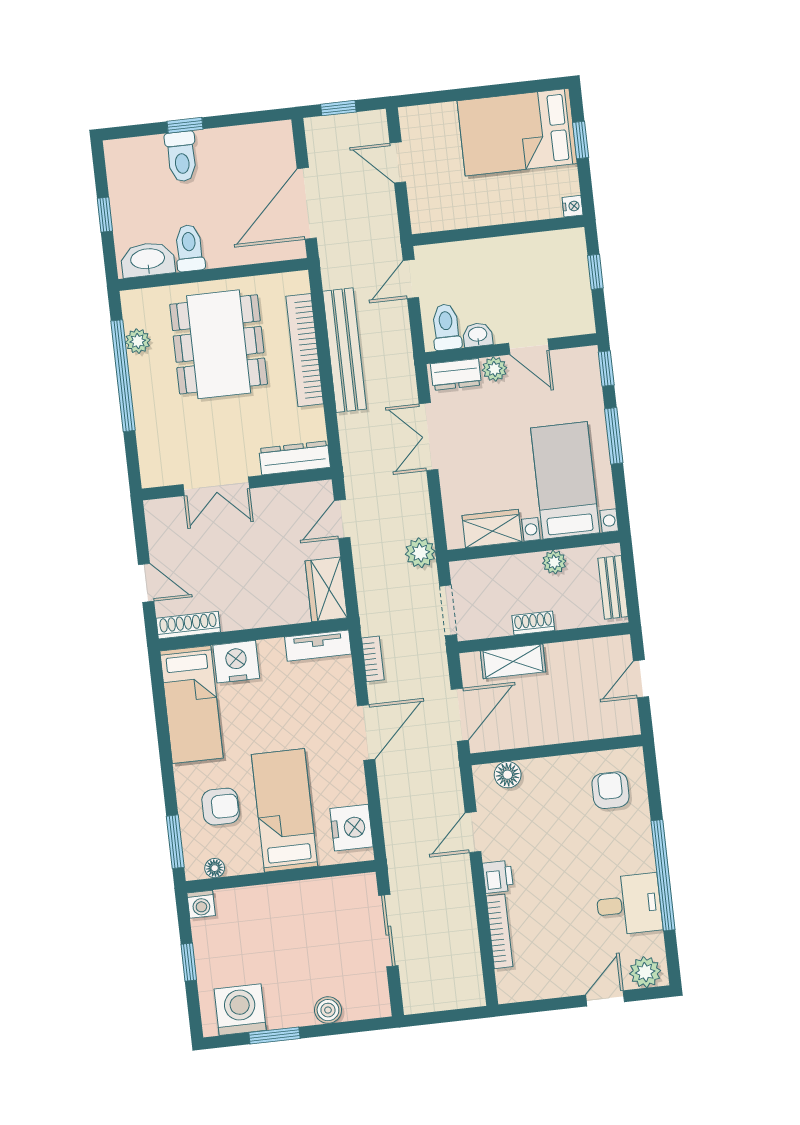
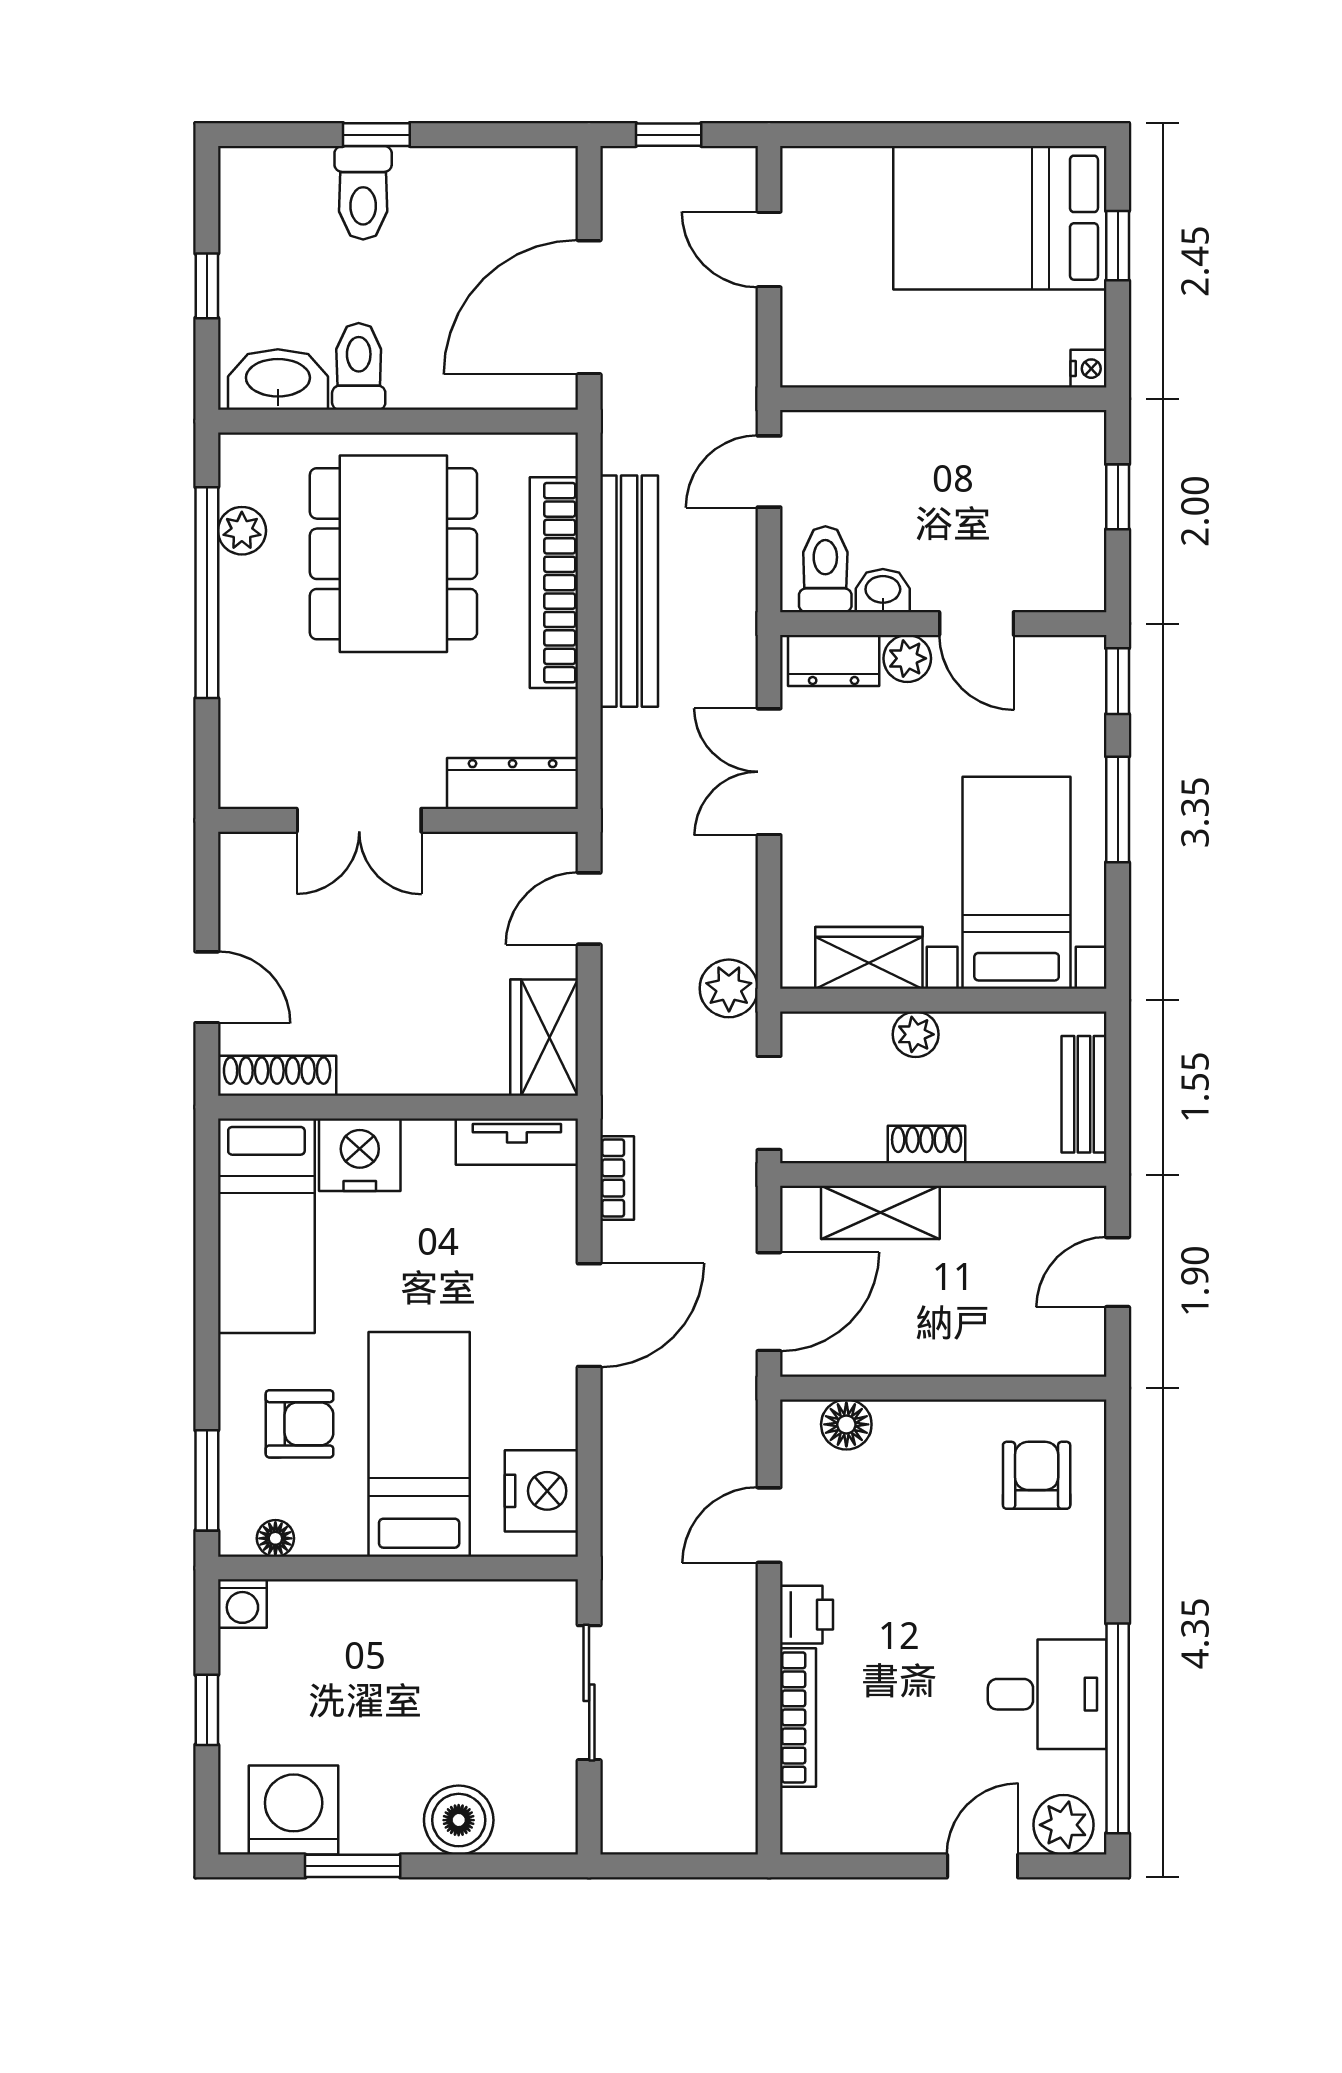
plant: (554, 562) -> (916, 1034), moved
window: (663, 875) -> (1118, 1728), moved
boiler: (328, 1010) -> (459, 1820), width x1.36, depth x1.36

